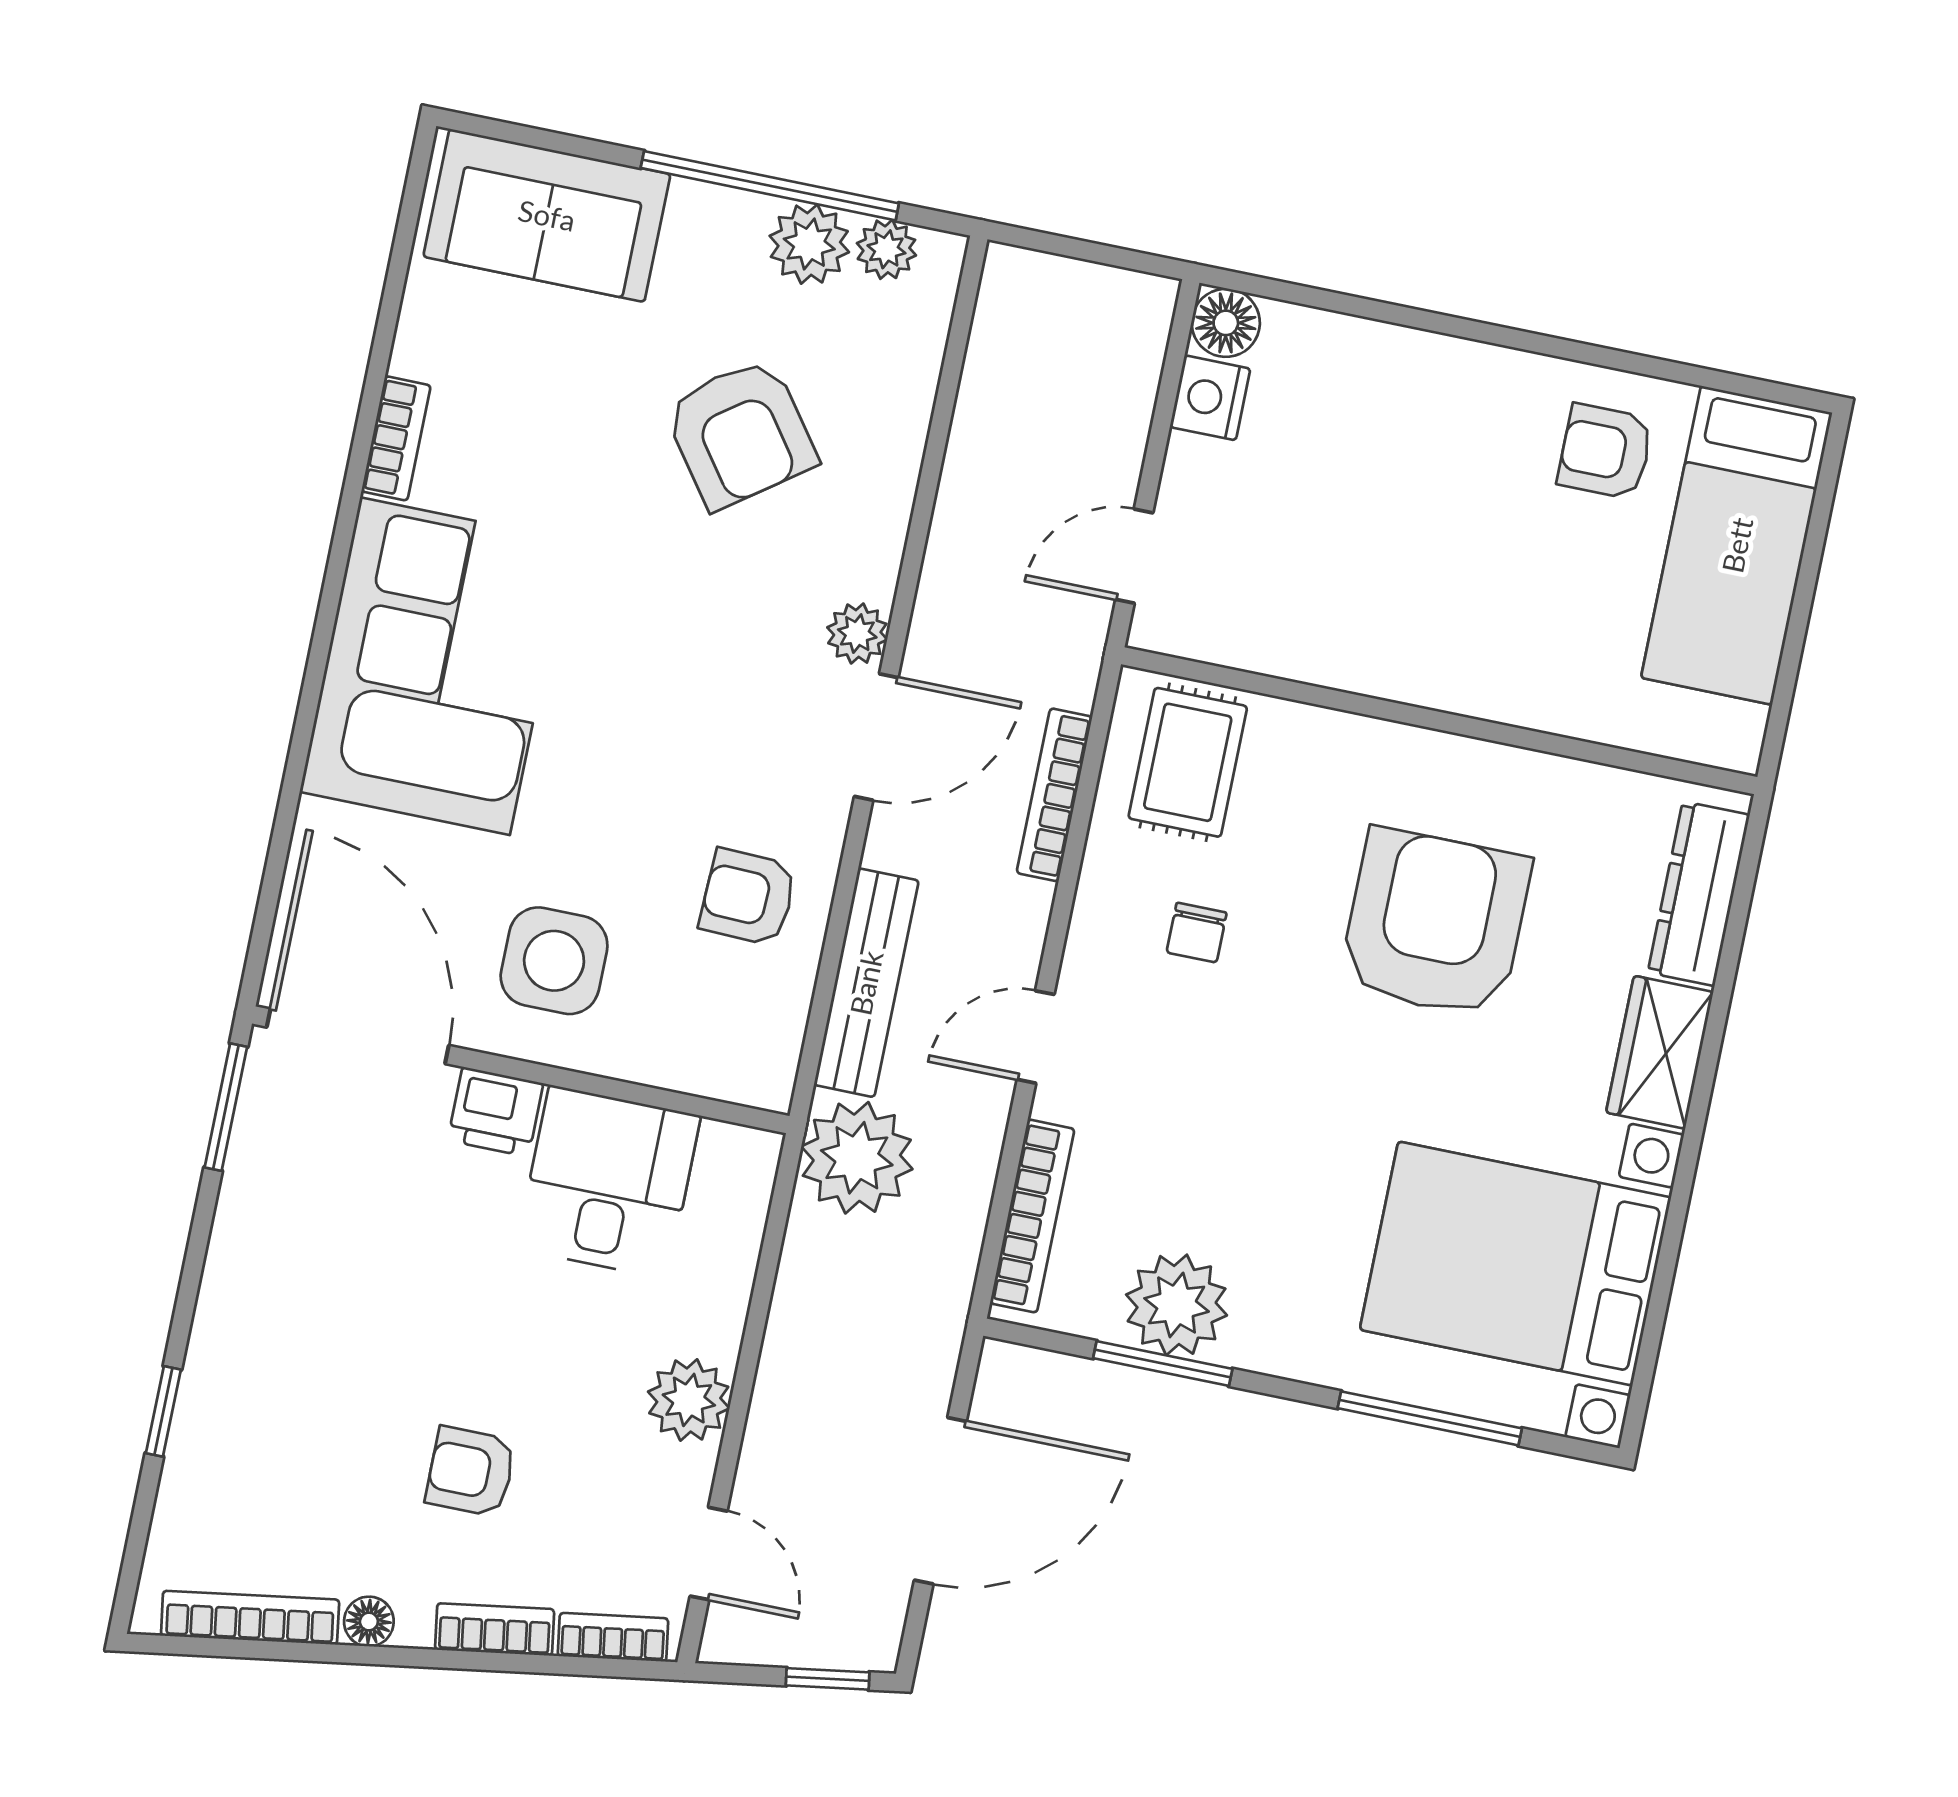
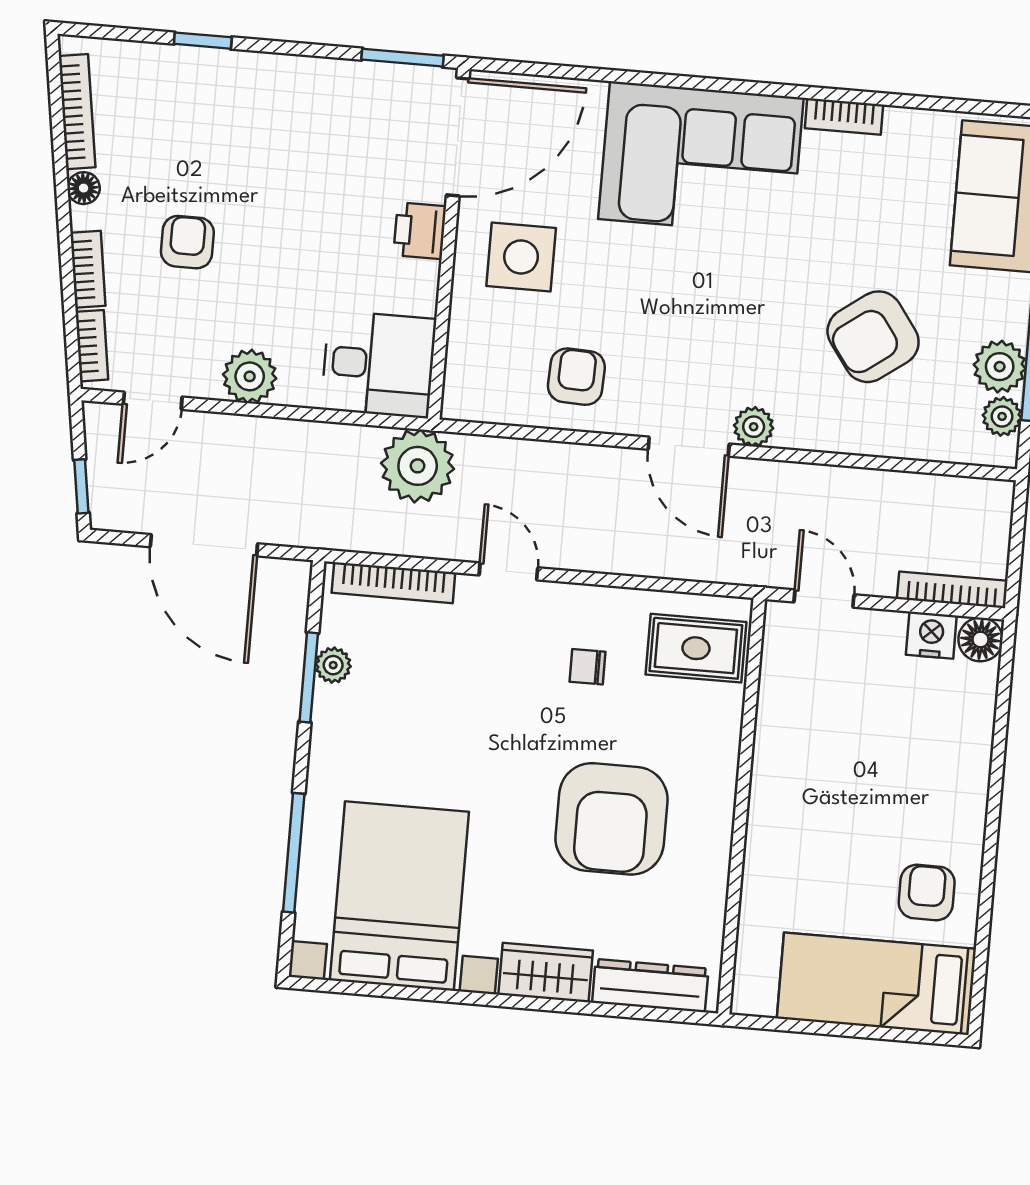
bookcase: (1054, 795) -> (952, 590), moved
armchair: (1435, 923) -> (611, 819), turned 90
bench: (866, 983) -> (531, 459), removed
desk: (608, 1182) -> (379, 364), moved
plant: (1177, 1305) -> (333, 665), width x0.53, depth x0.53

